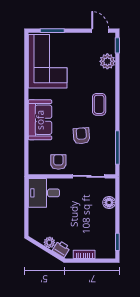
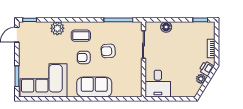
plant: (107, 61) -> (57, 28), moved
armchair: (58, 162) -> (84, 57), moved

